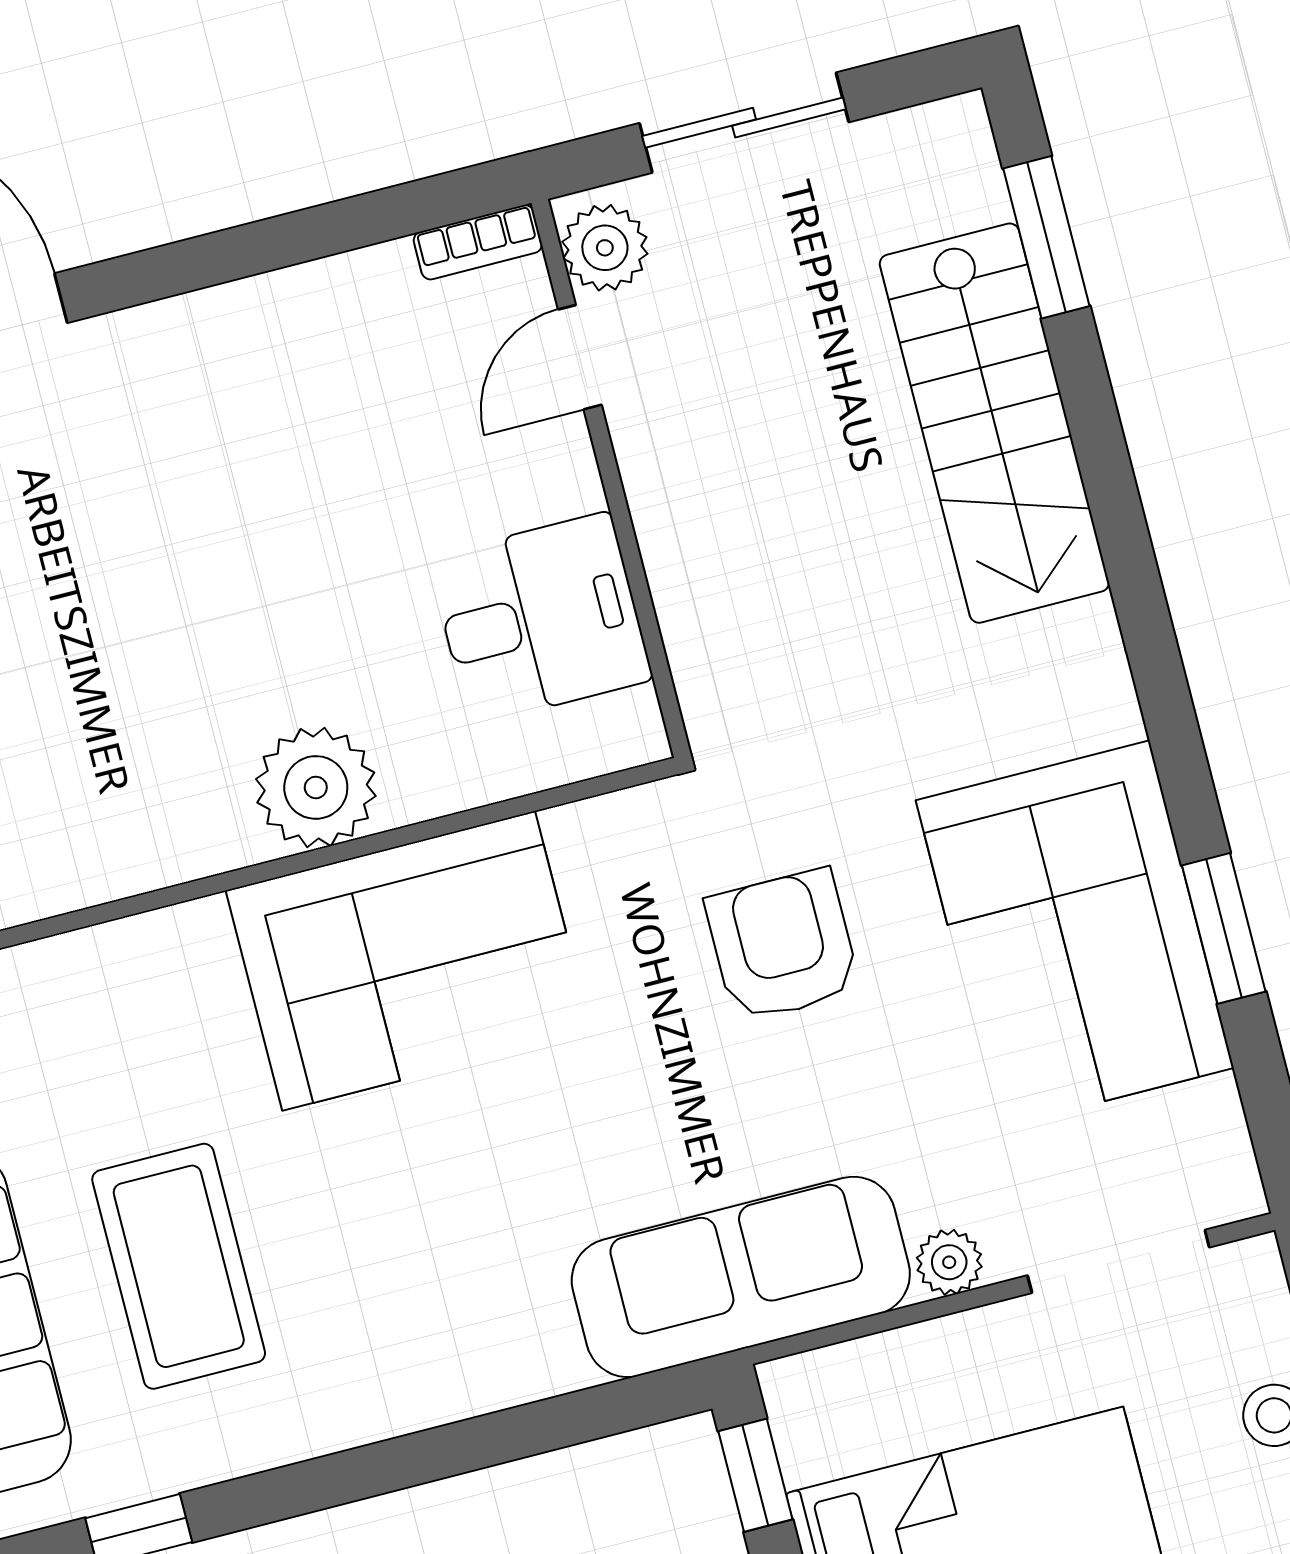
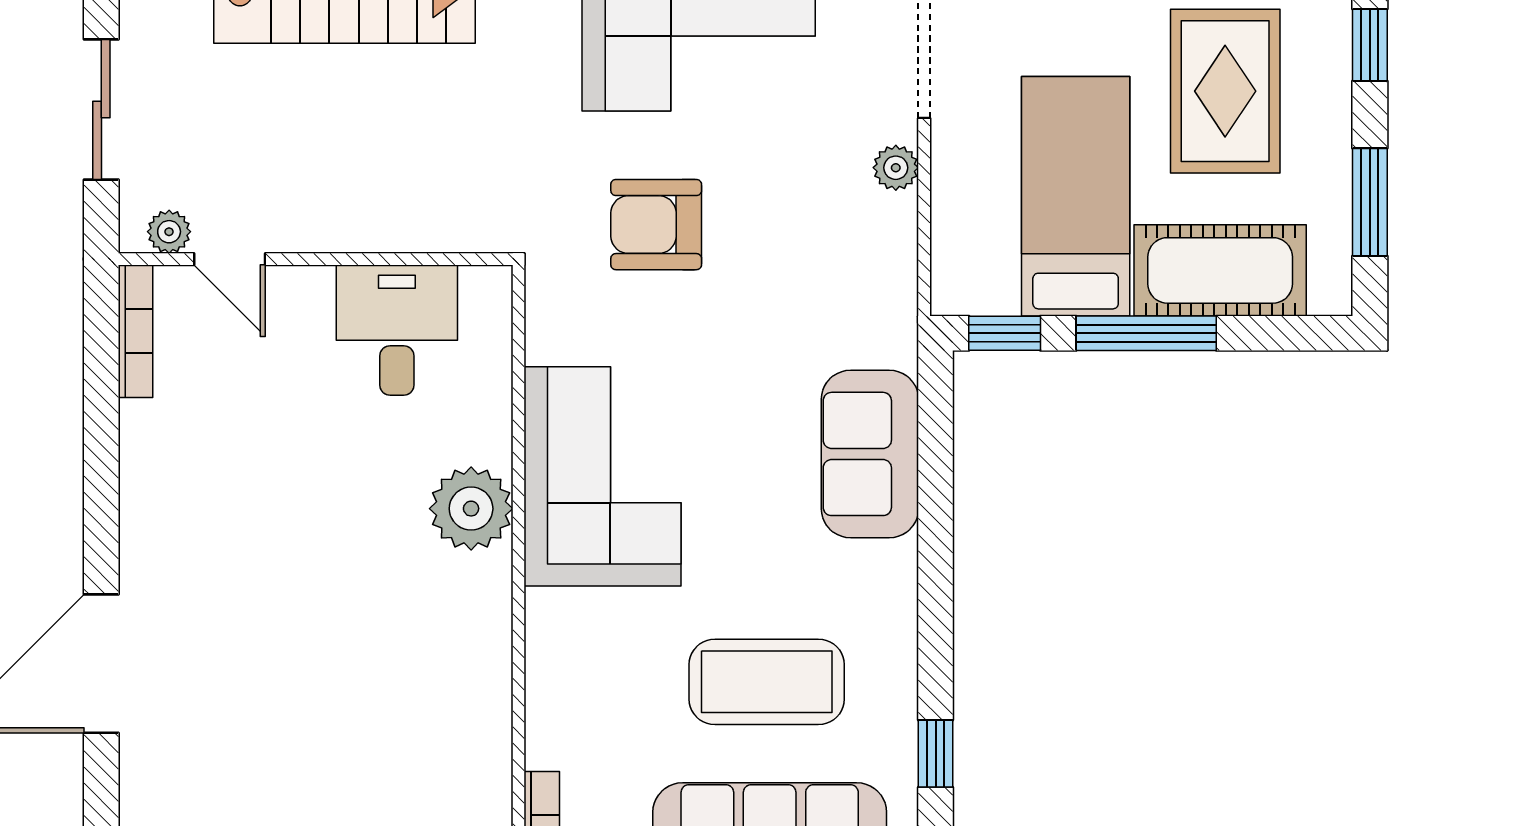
bookcase: (478, 242) -> (135, 331), width x1.56
plant: (605, 248) -> (169, 232), width x0.73, depth x0.73
sofa: (741, 1277) -> (870, 454), moved, width x0.73

